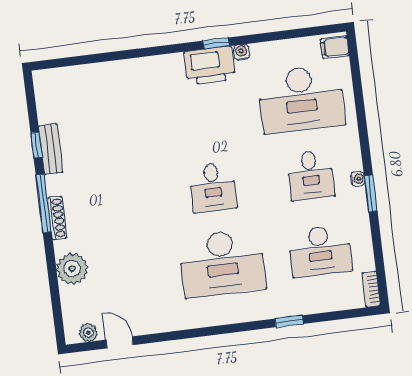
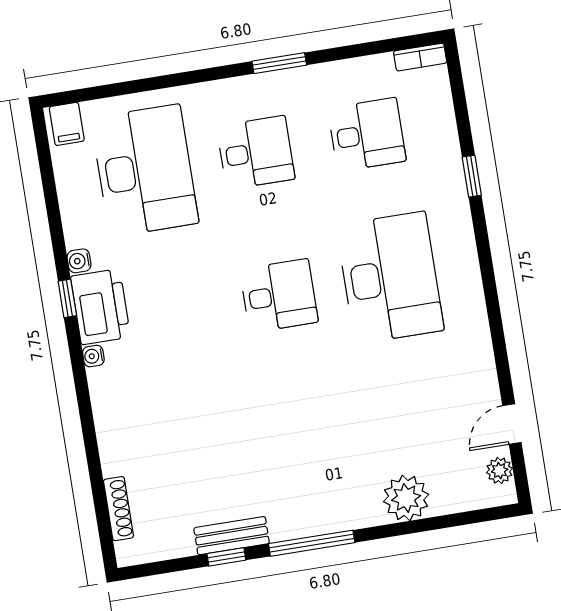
water cooler: (358, 179) -> (93, 356), moved, turned -90
shoe rack: (57, 218) -> (118, 509), moved, turned 90
desk: (320, 251) -> (367, 135), width x0.73

